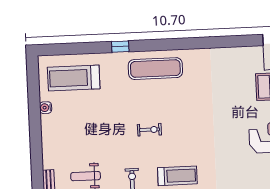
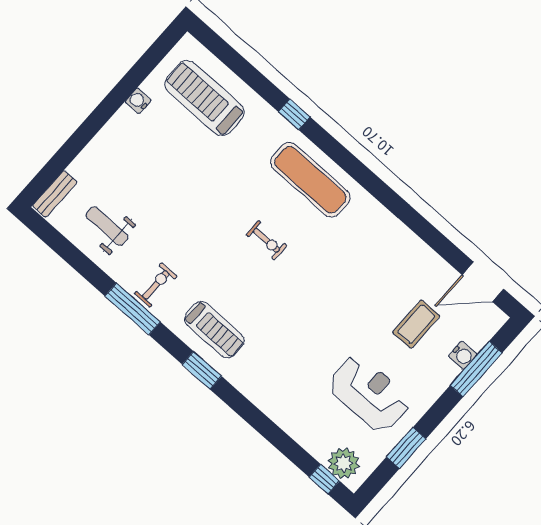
exercise bike: (149, 130) -> (266, 240), moved

